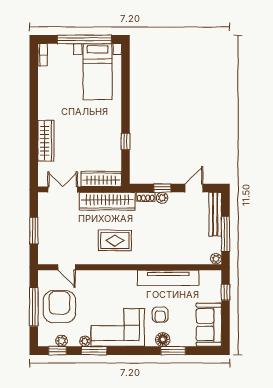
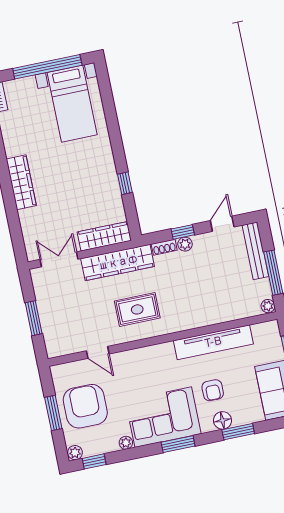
wardrobe: (46, 141) -> (21, 182), moved
door: (67, 267) -> (98, 352), moved
window: (34, 307) -> (53, 413), width x0.69
plant: (62, 341) -> (75, 453), moved
window: (94, 351) -> (178, 444), moved

